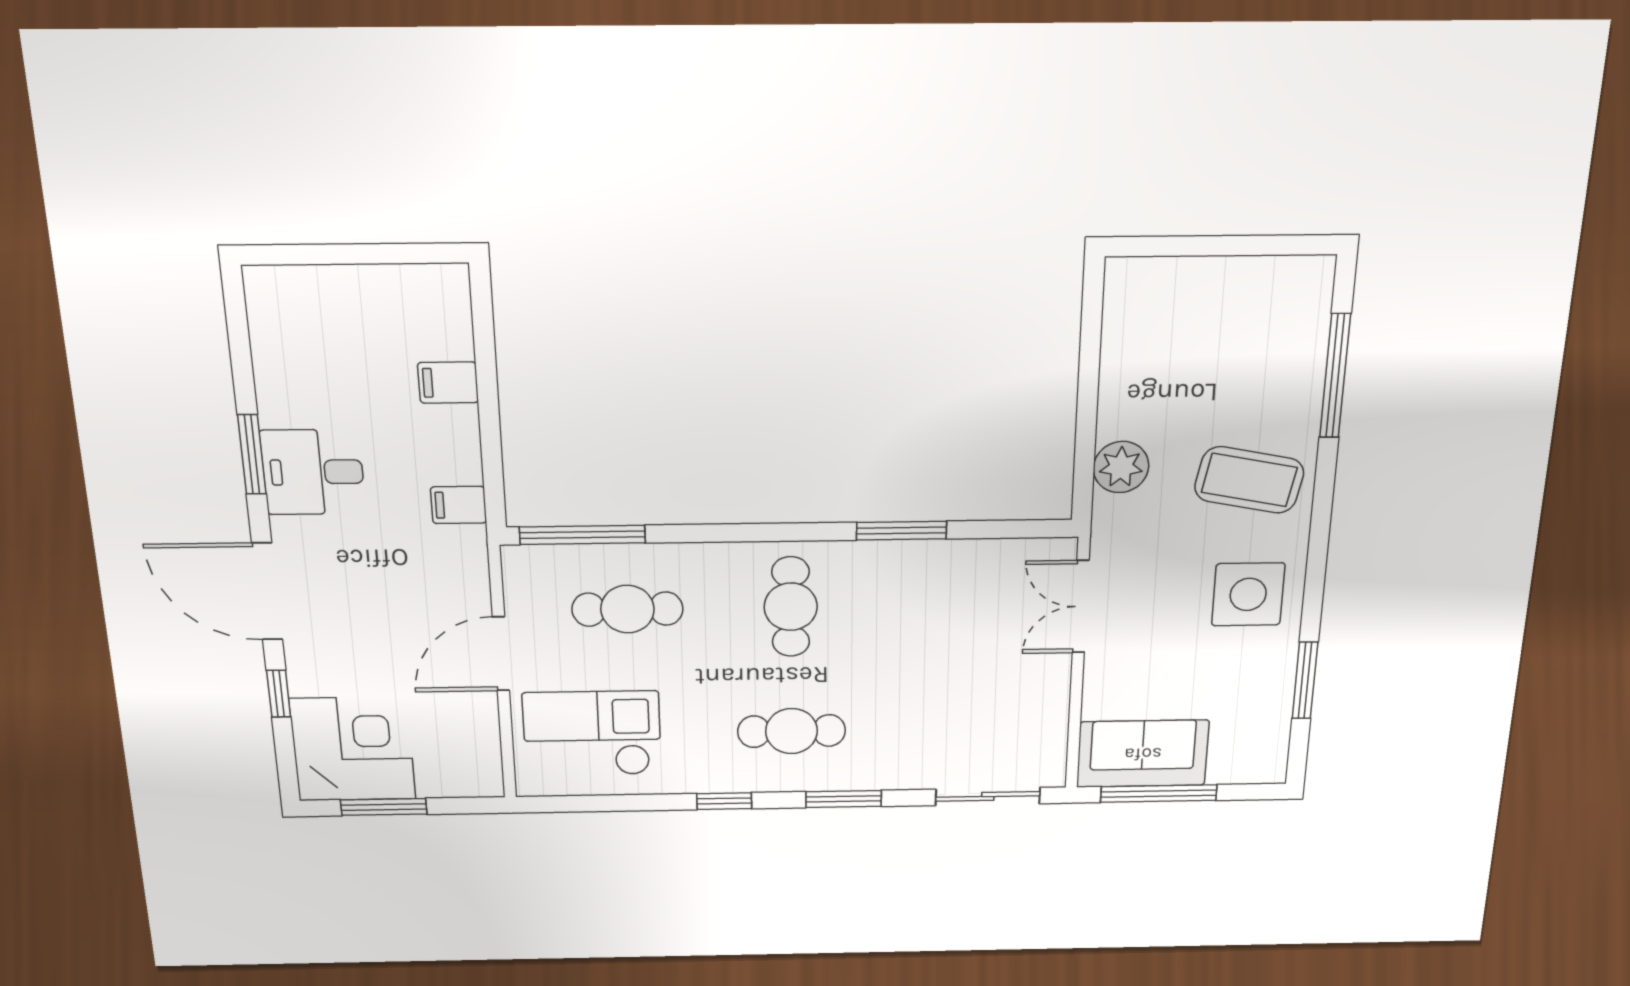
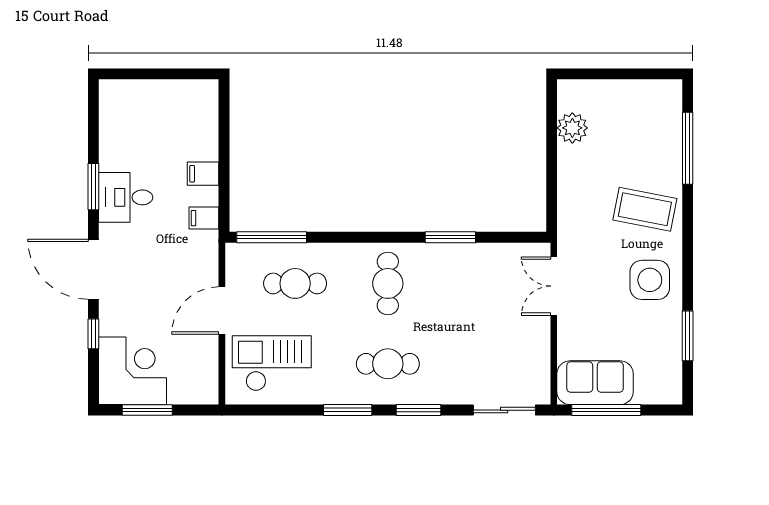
filing cabinet: (448, 383) -> (203, 174), moved
plant: (1121, 467) -> (572, 128), moved
window: (724, 801) -> (348, 410), width x1.50

